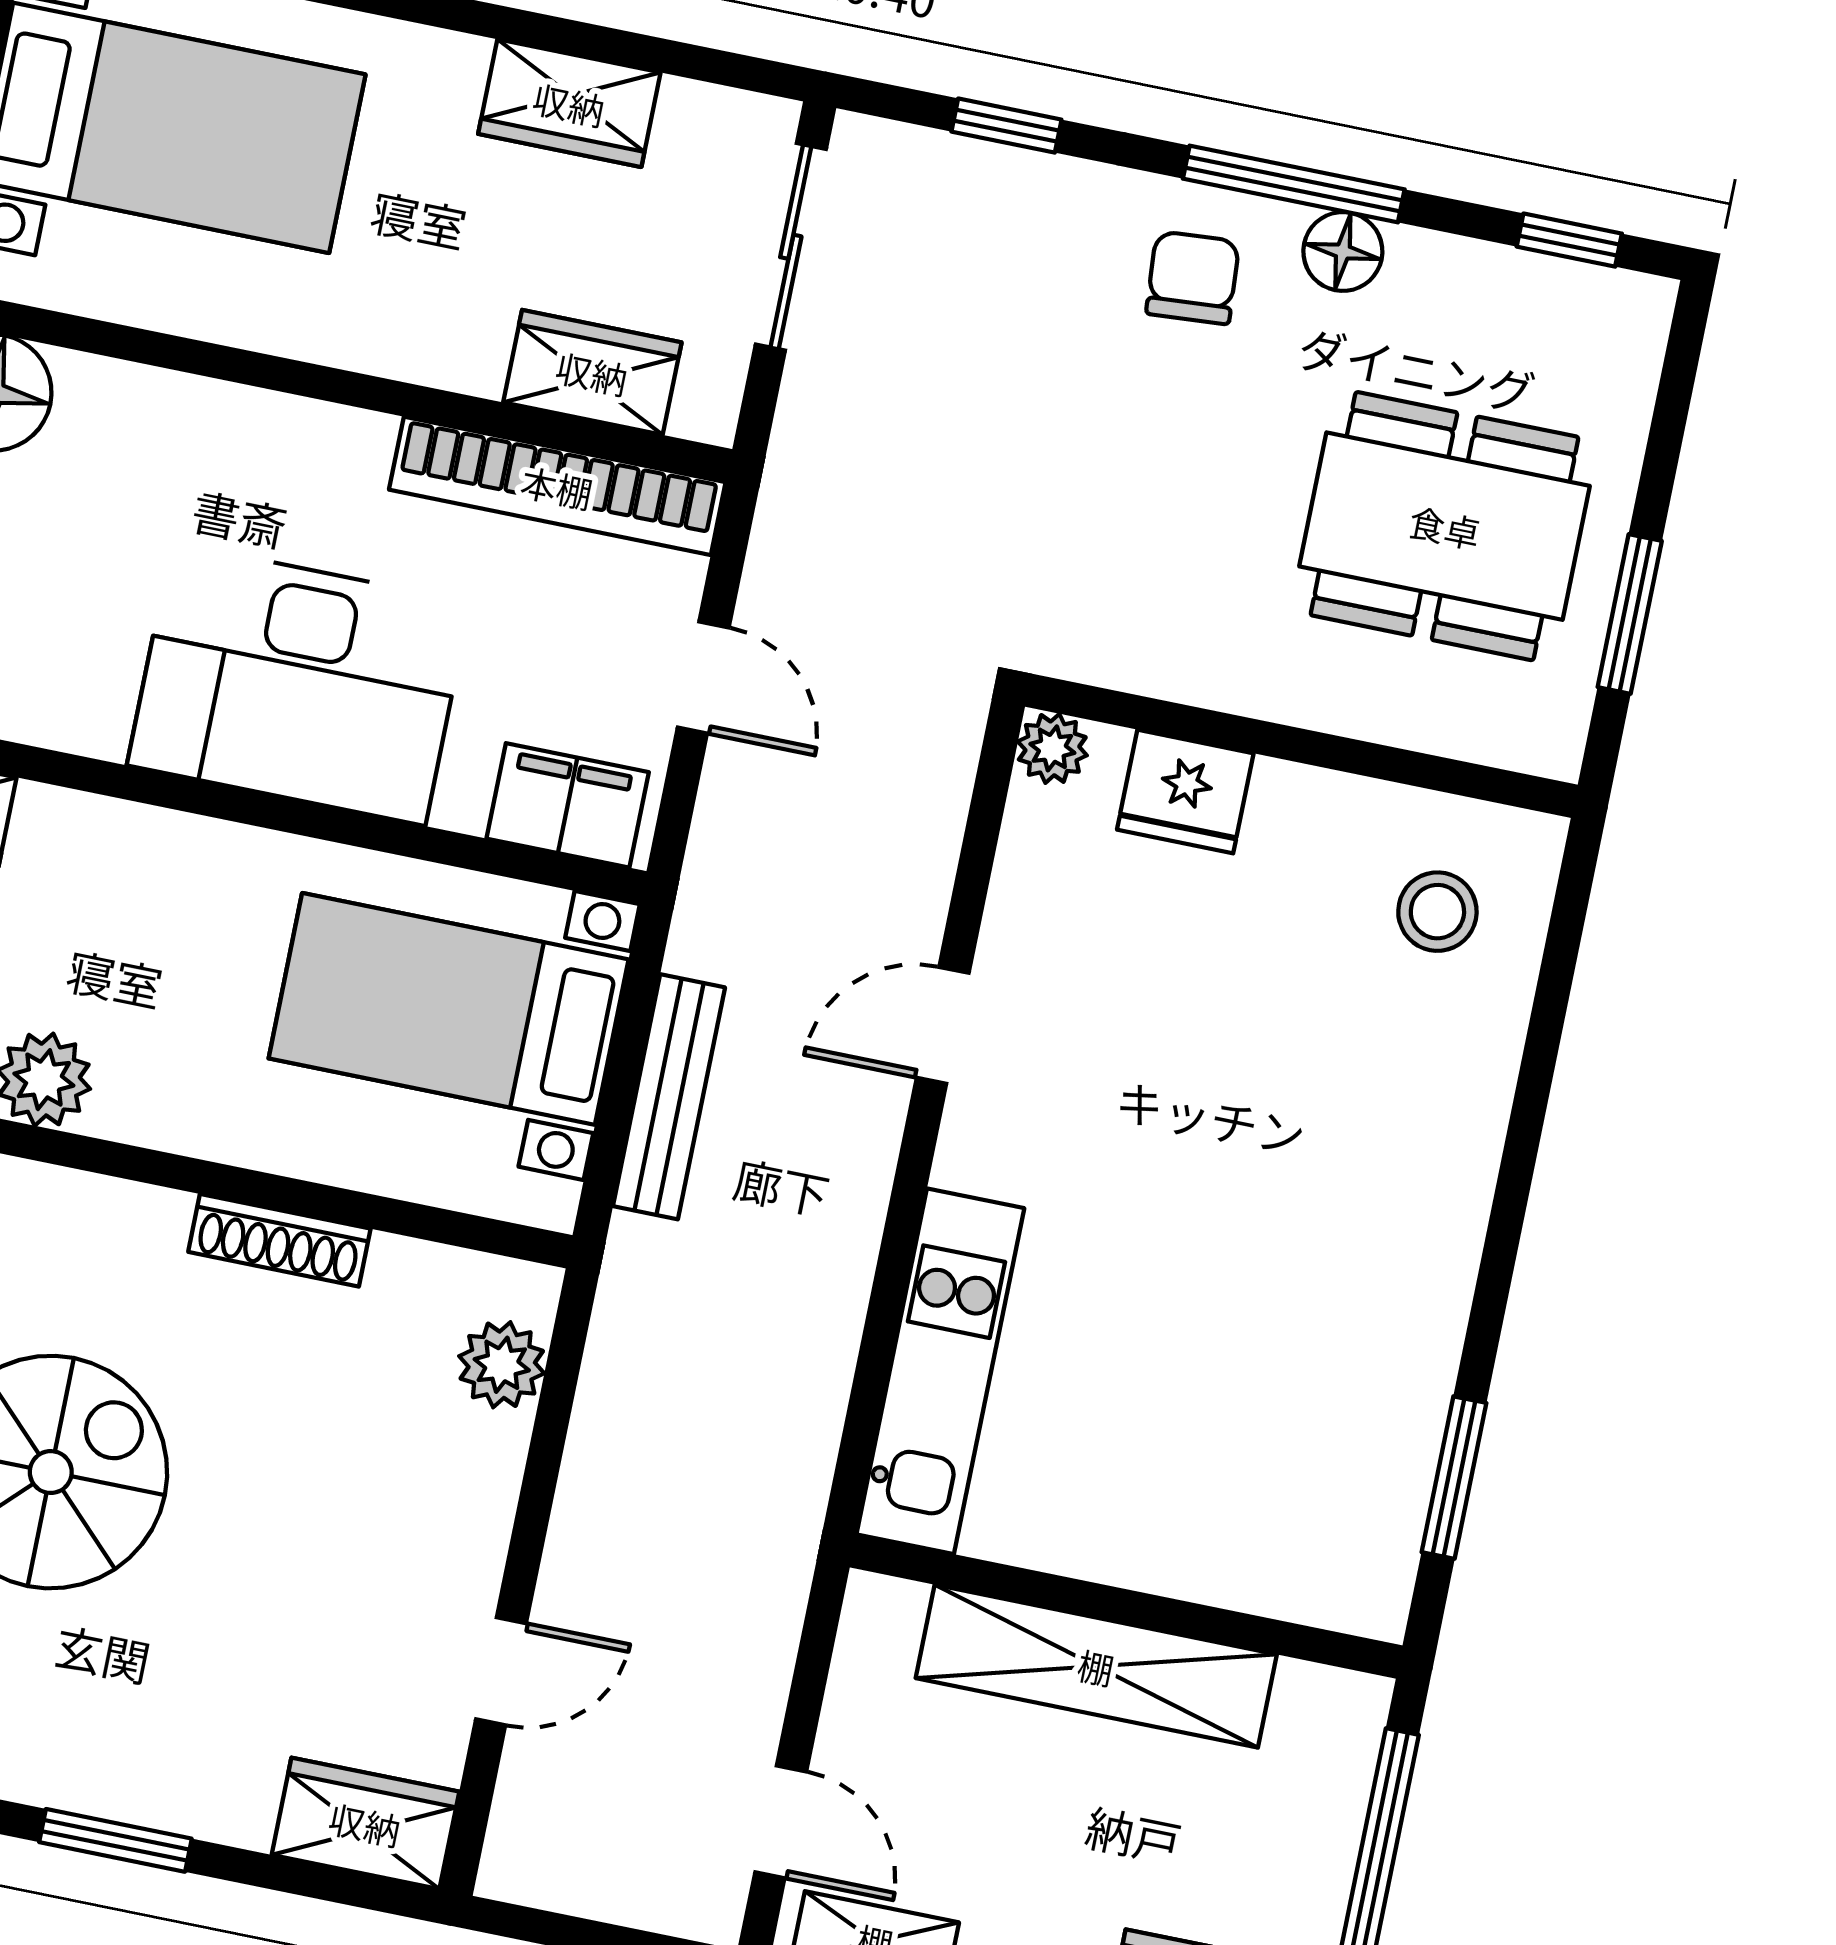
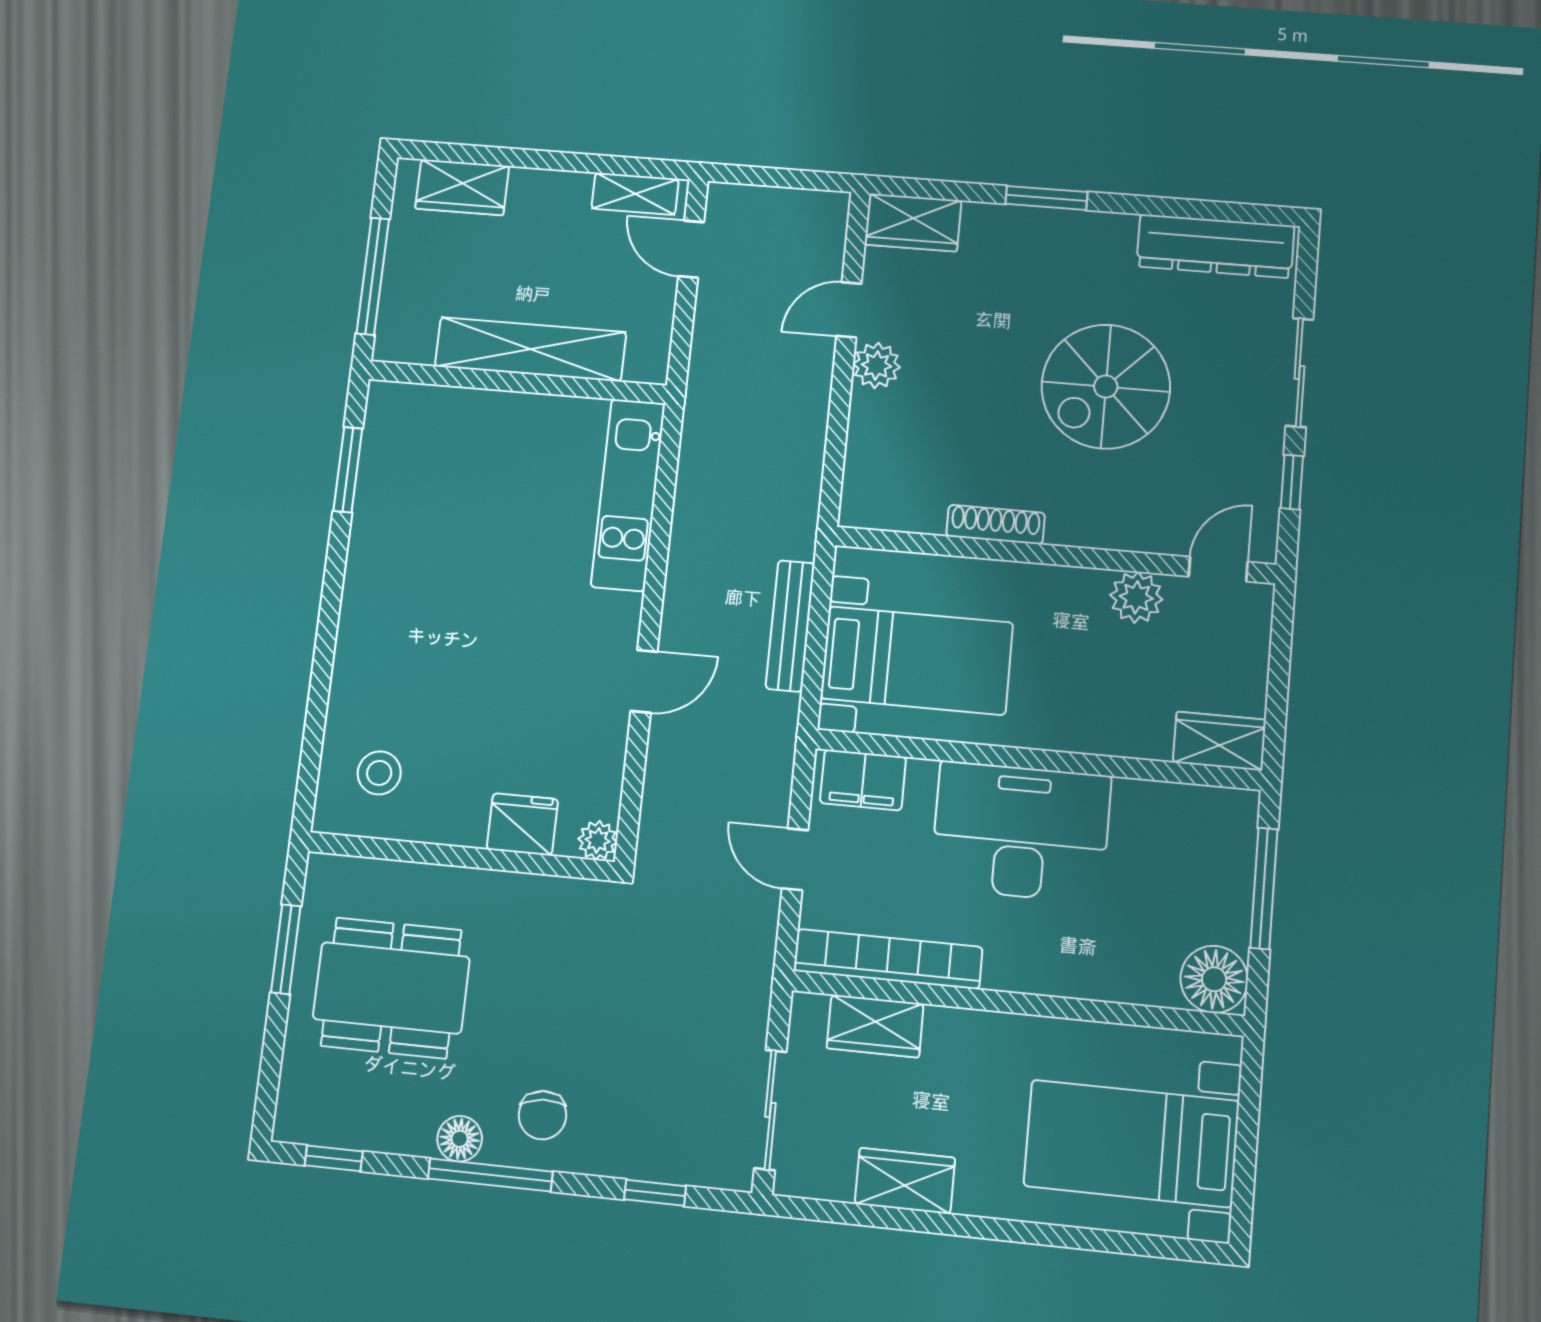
plant: (502, 1365) -> (876, 365), moved

